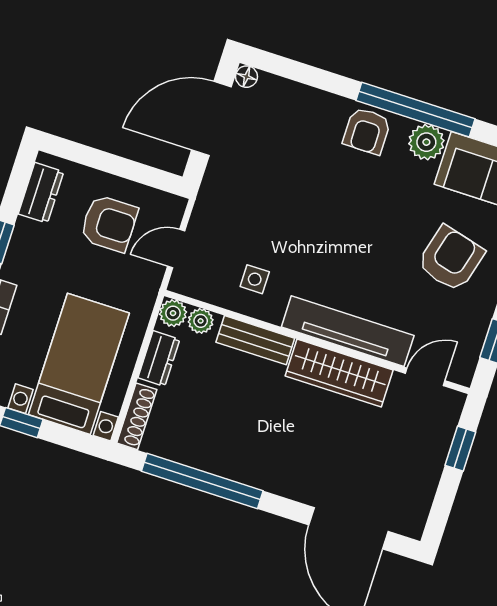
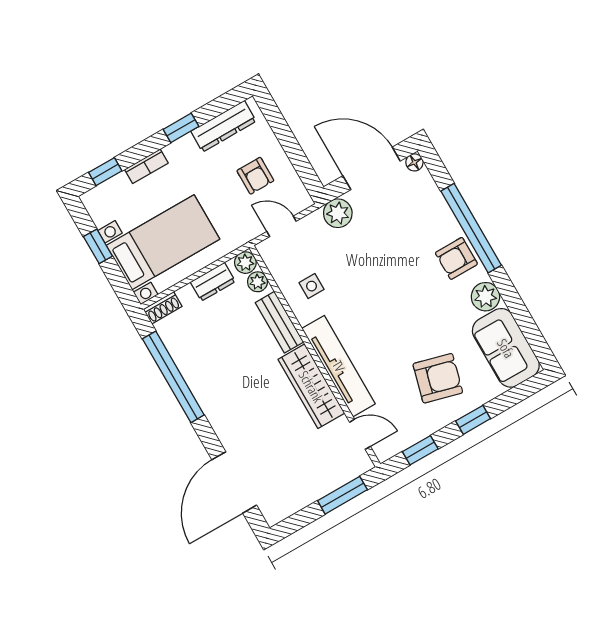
window: (415, 110) -> (471, 228), moved
plant: (218, 189) -> (338, 213), added
dresser: (41, 193) -> (223, 126), width x1.44
armchair: (109, 223) -> (255, 176), width x0.72, depth x0.72
shoe rack: (137, 416) -> (163, 308), width x0.70
window: (460, 449) -> (342, 495), width x1.50

